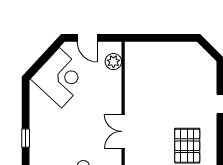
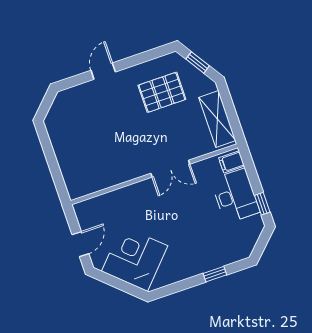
plant: (113, 62) -> (97, 206), removed

